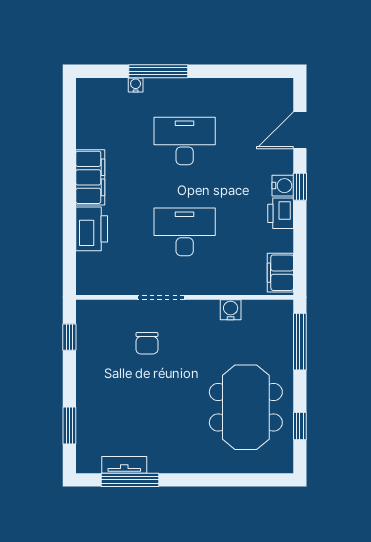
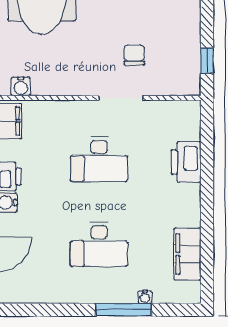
filing cabinet: (90, 177) -> (187, 254), moved
water cooler: (231, 310) -> (21, 86), moved

